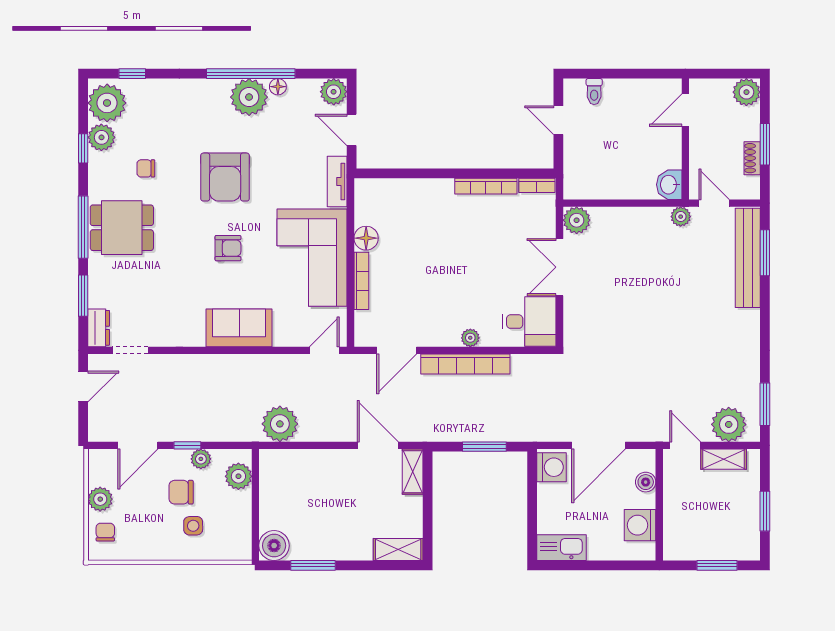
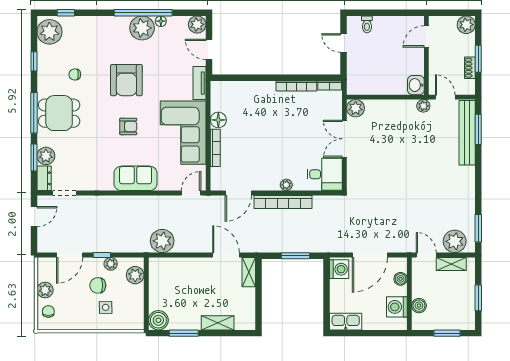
plant: (101, 137) -> (46, 156), moved
boiler: (674, 523) -> (419, 306), added
shelving: (398, 549) -> (218, 323), moved

